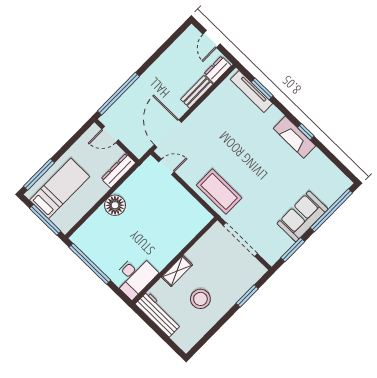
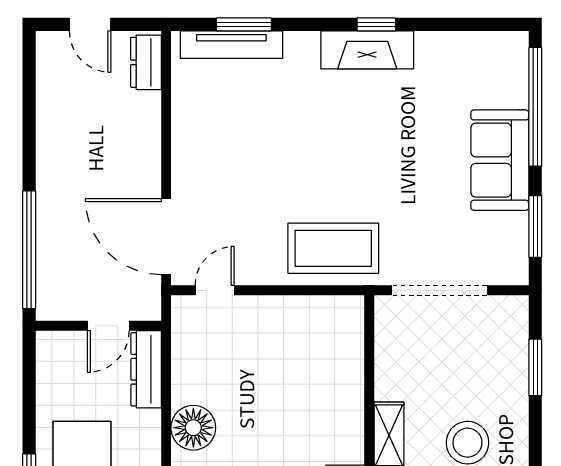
bench: (197, 92) -> (147, 128), removed
door: (110, 135) -> (108, 326), moved

